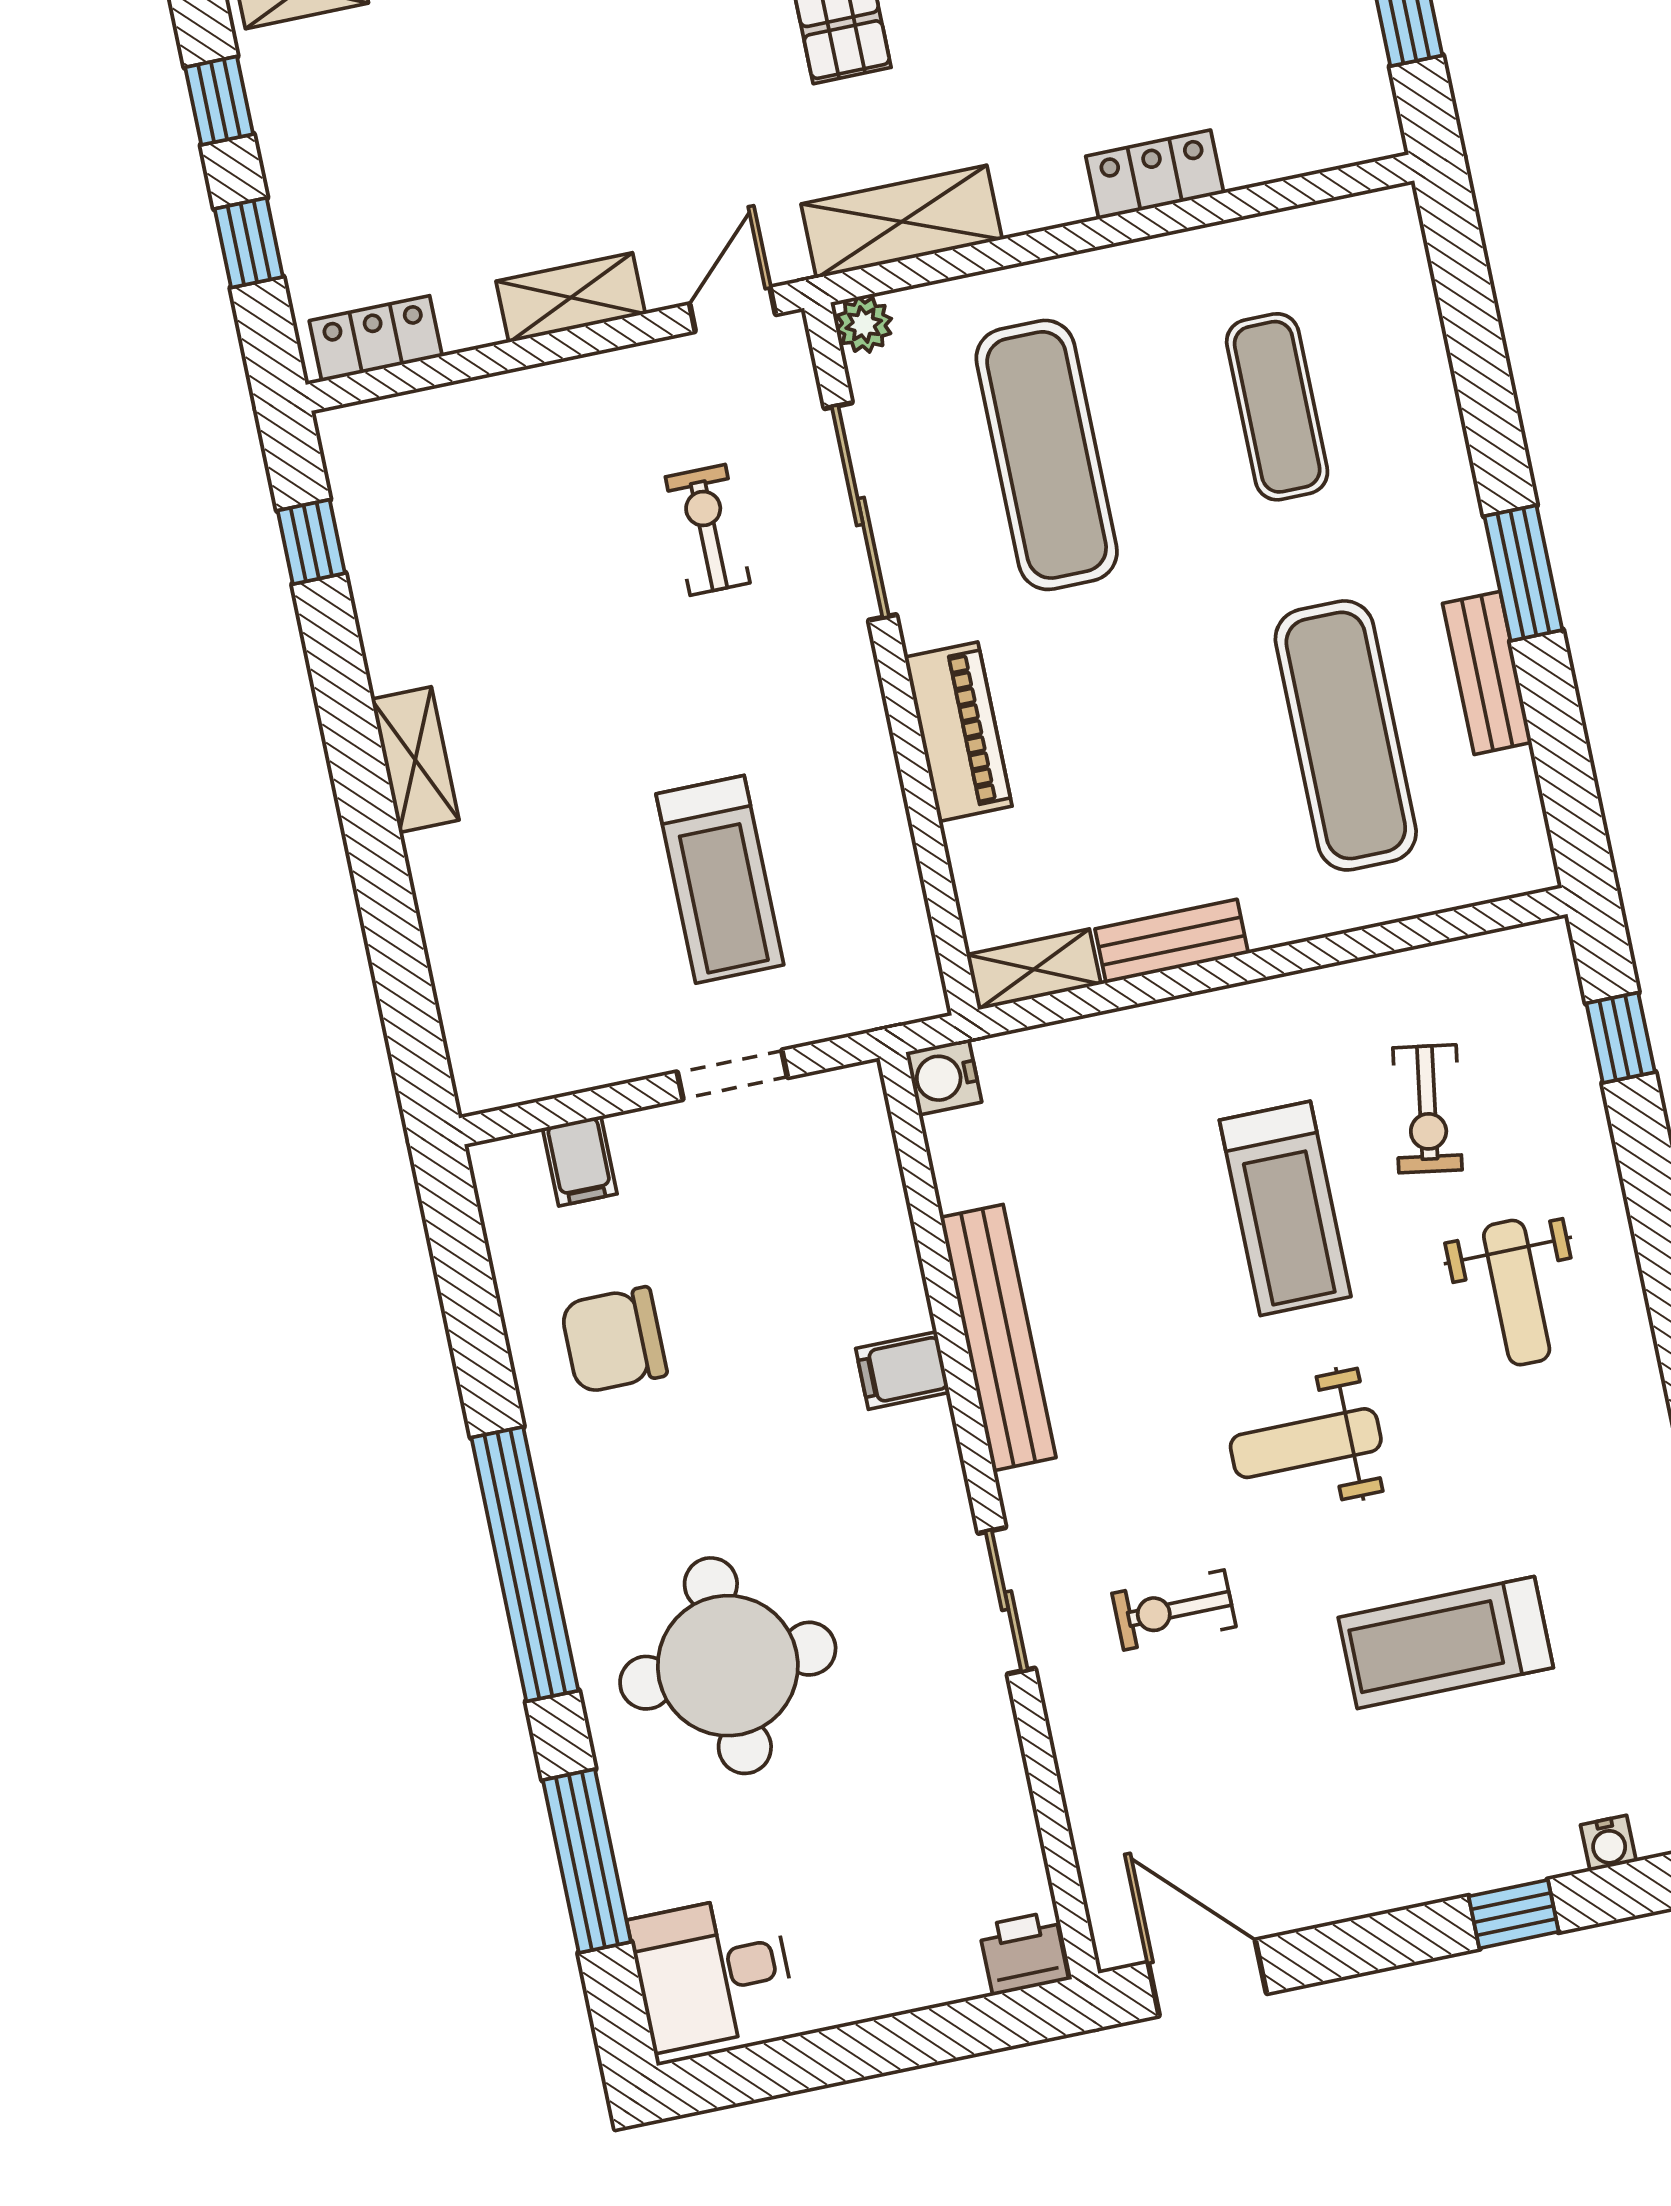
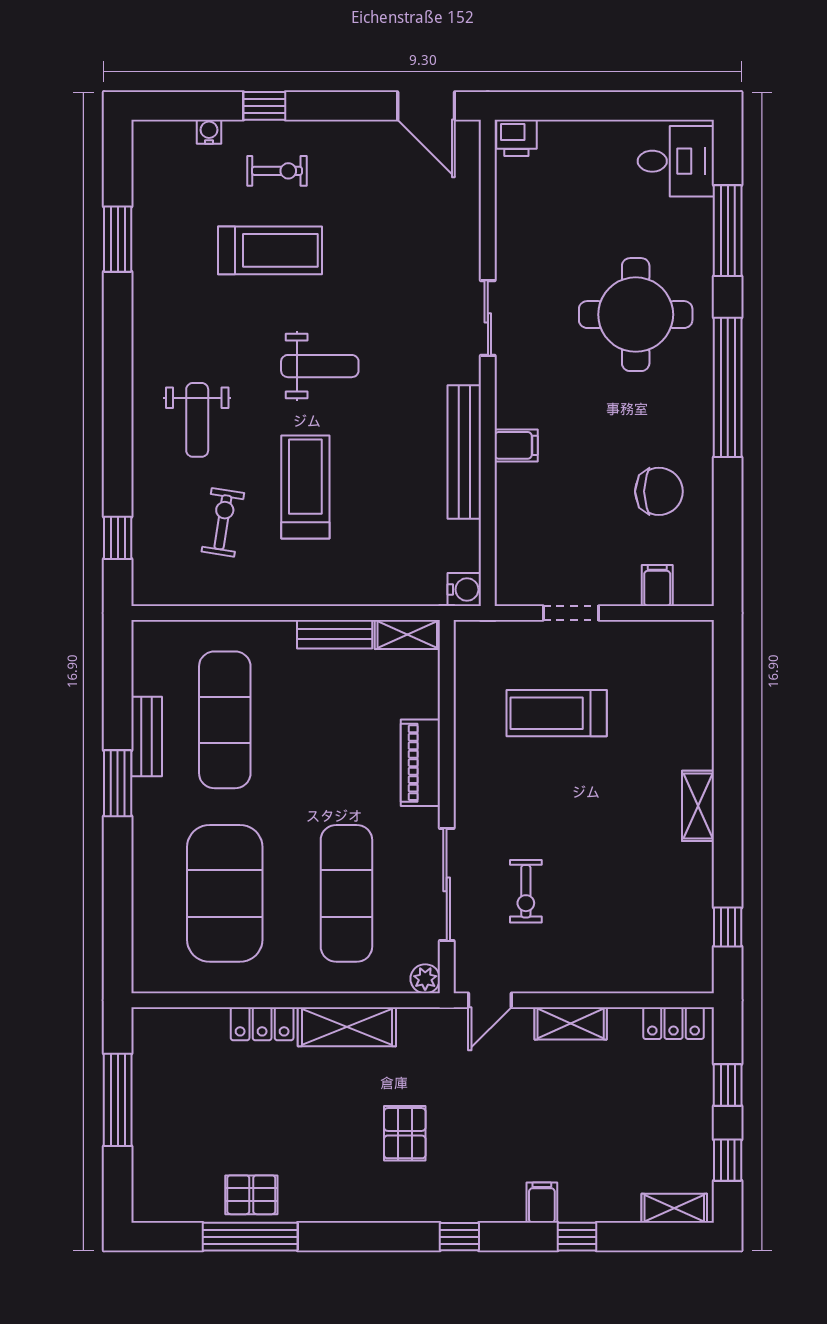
shelving: (902, 222) -> (347, 1027), moved
exercise mat: (1277, 407) -> (225, 893), width x2.00, depth x1.45
treadmill: (720, 879) -> (557, 713), turned -90
weight bench: (1517, 1293) -> (197, 420), turned 180
exercise bike: (1174, 1610) -> (277, 171), moved

